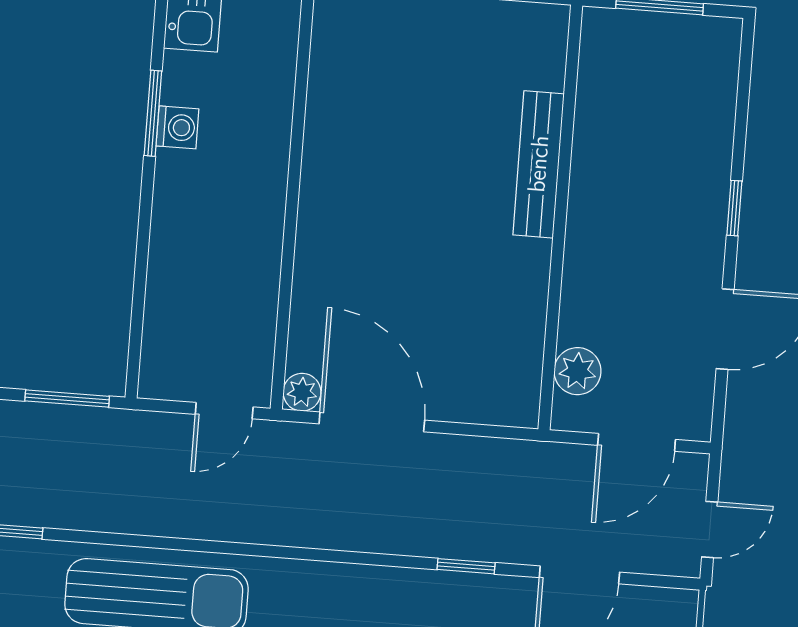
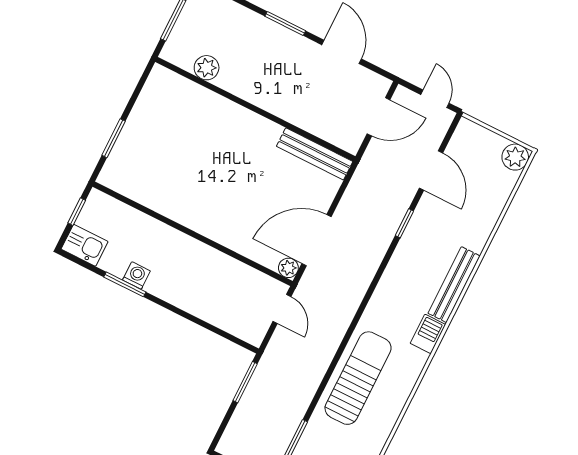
bench: (539, 164) -> (315, 154), moved
window: (734, 208) -> (285, 24), width x1.50
plant: (577, 371) -> (207, 68), moved
door: (637, 442) -> (379, 117), hinge flipped

